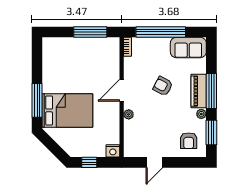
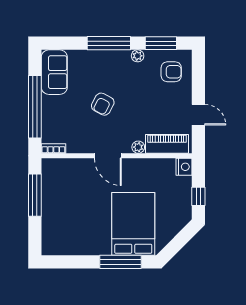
piano: (199, 91) -> (167, 144), moved, turned 180

